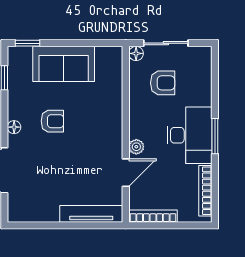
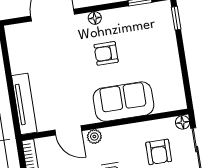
sofa: (64, 64) -> (123, 102), moved, turned 90
armchair: (52, 121) -> (106, 53), turned 90

